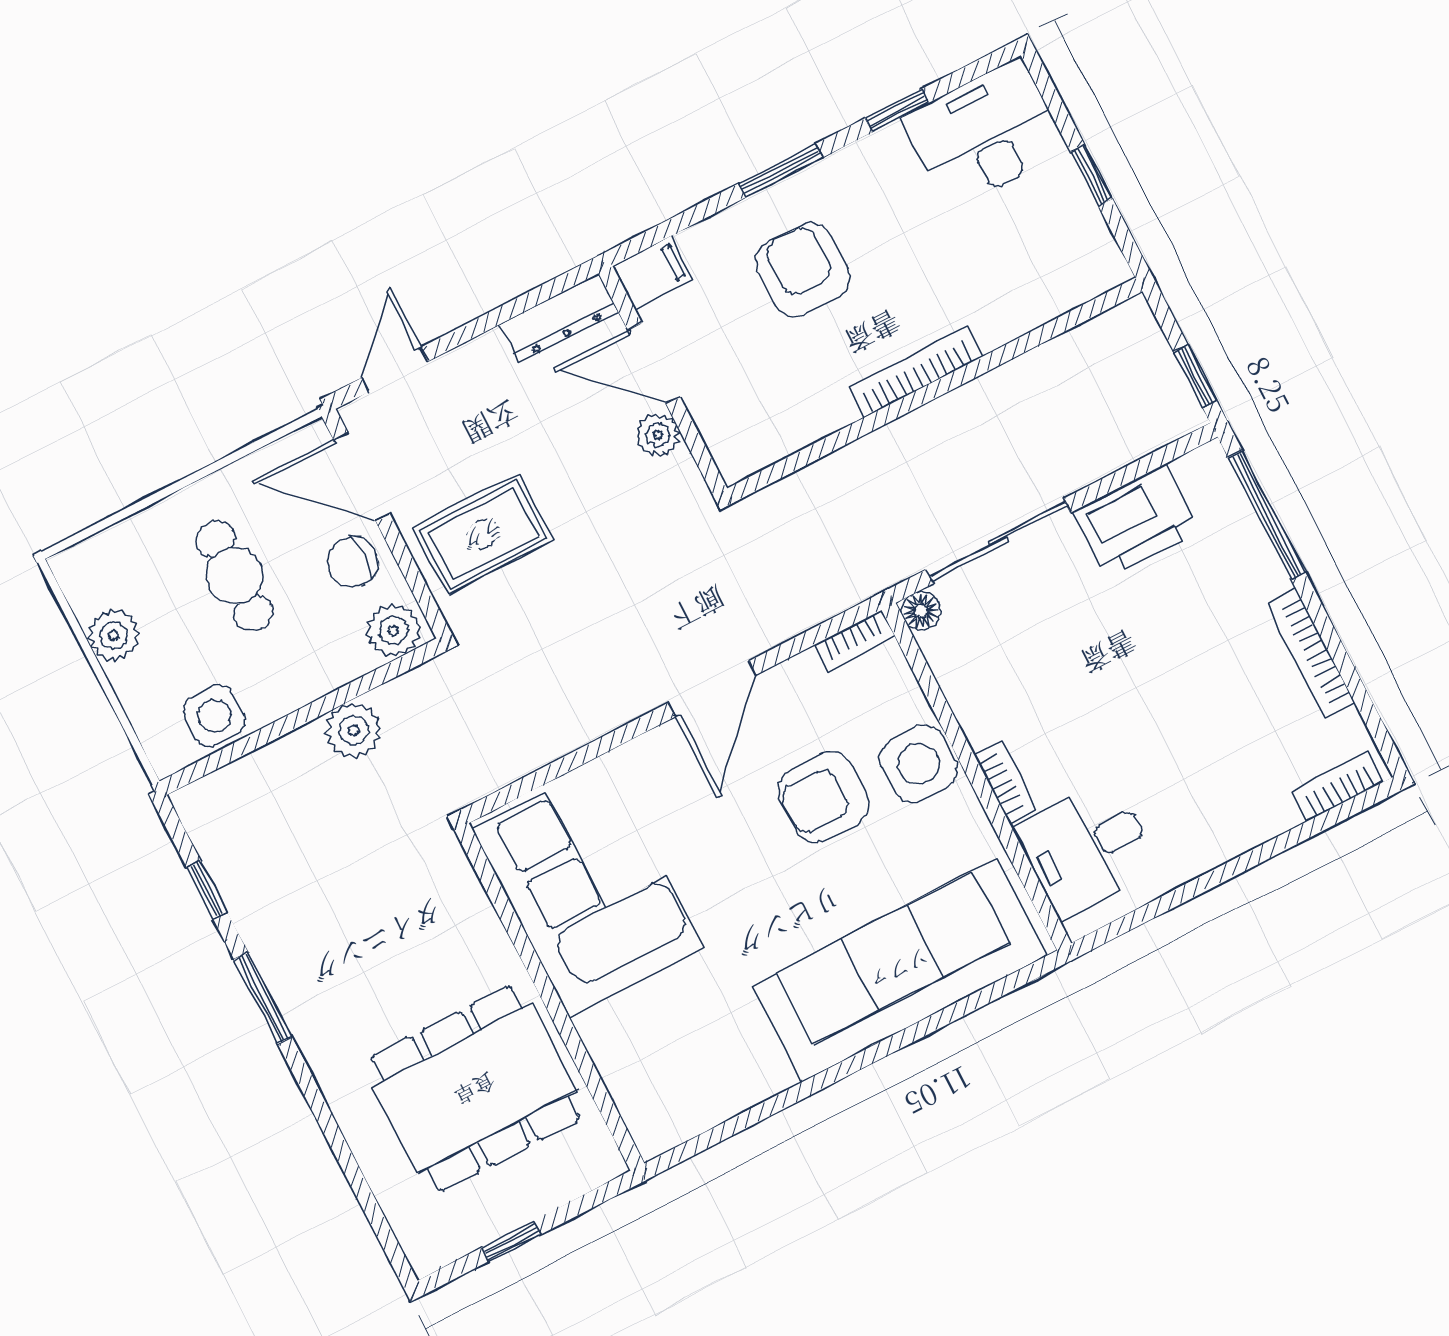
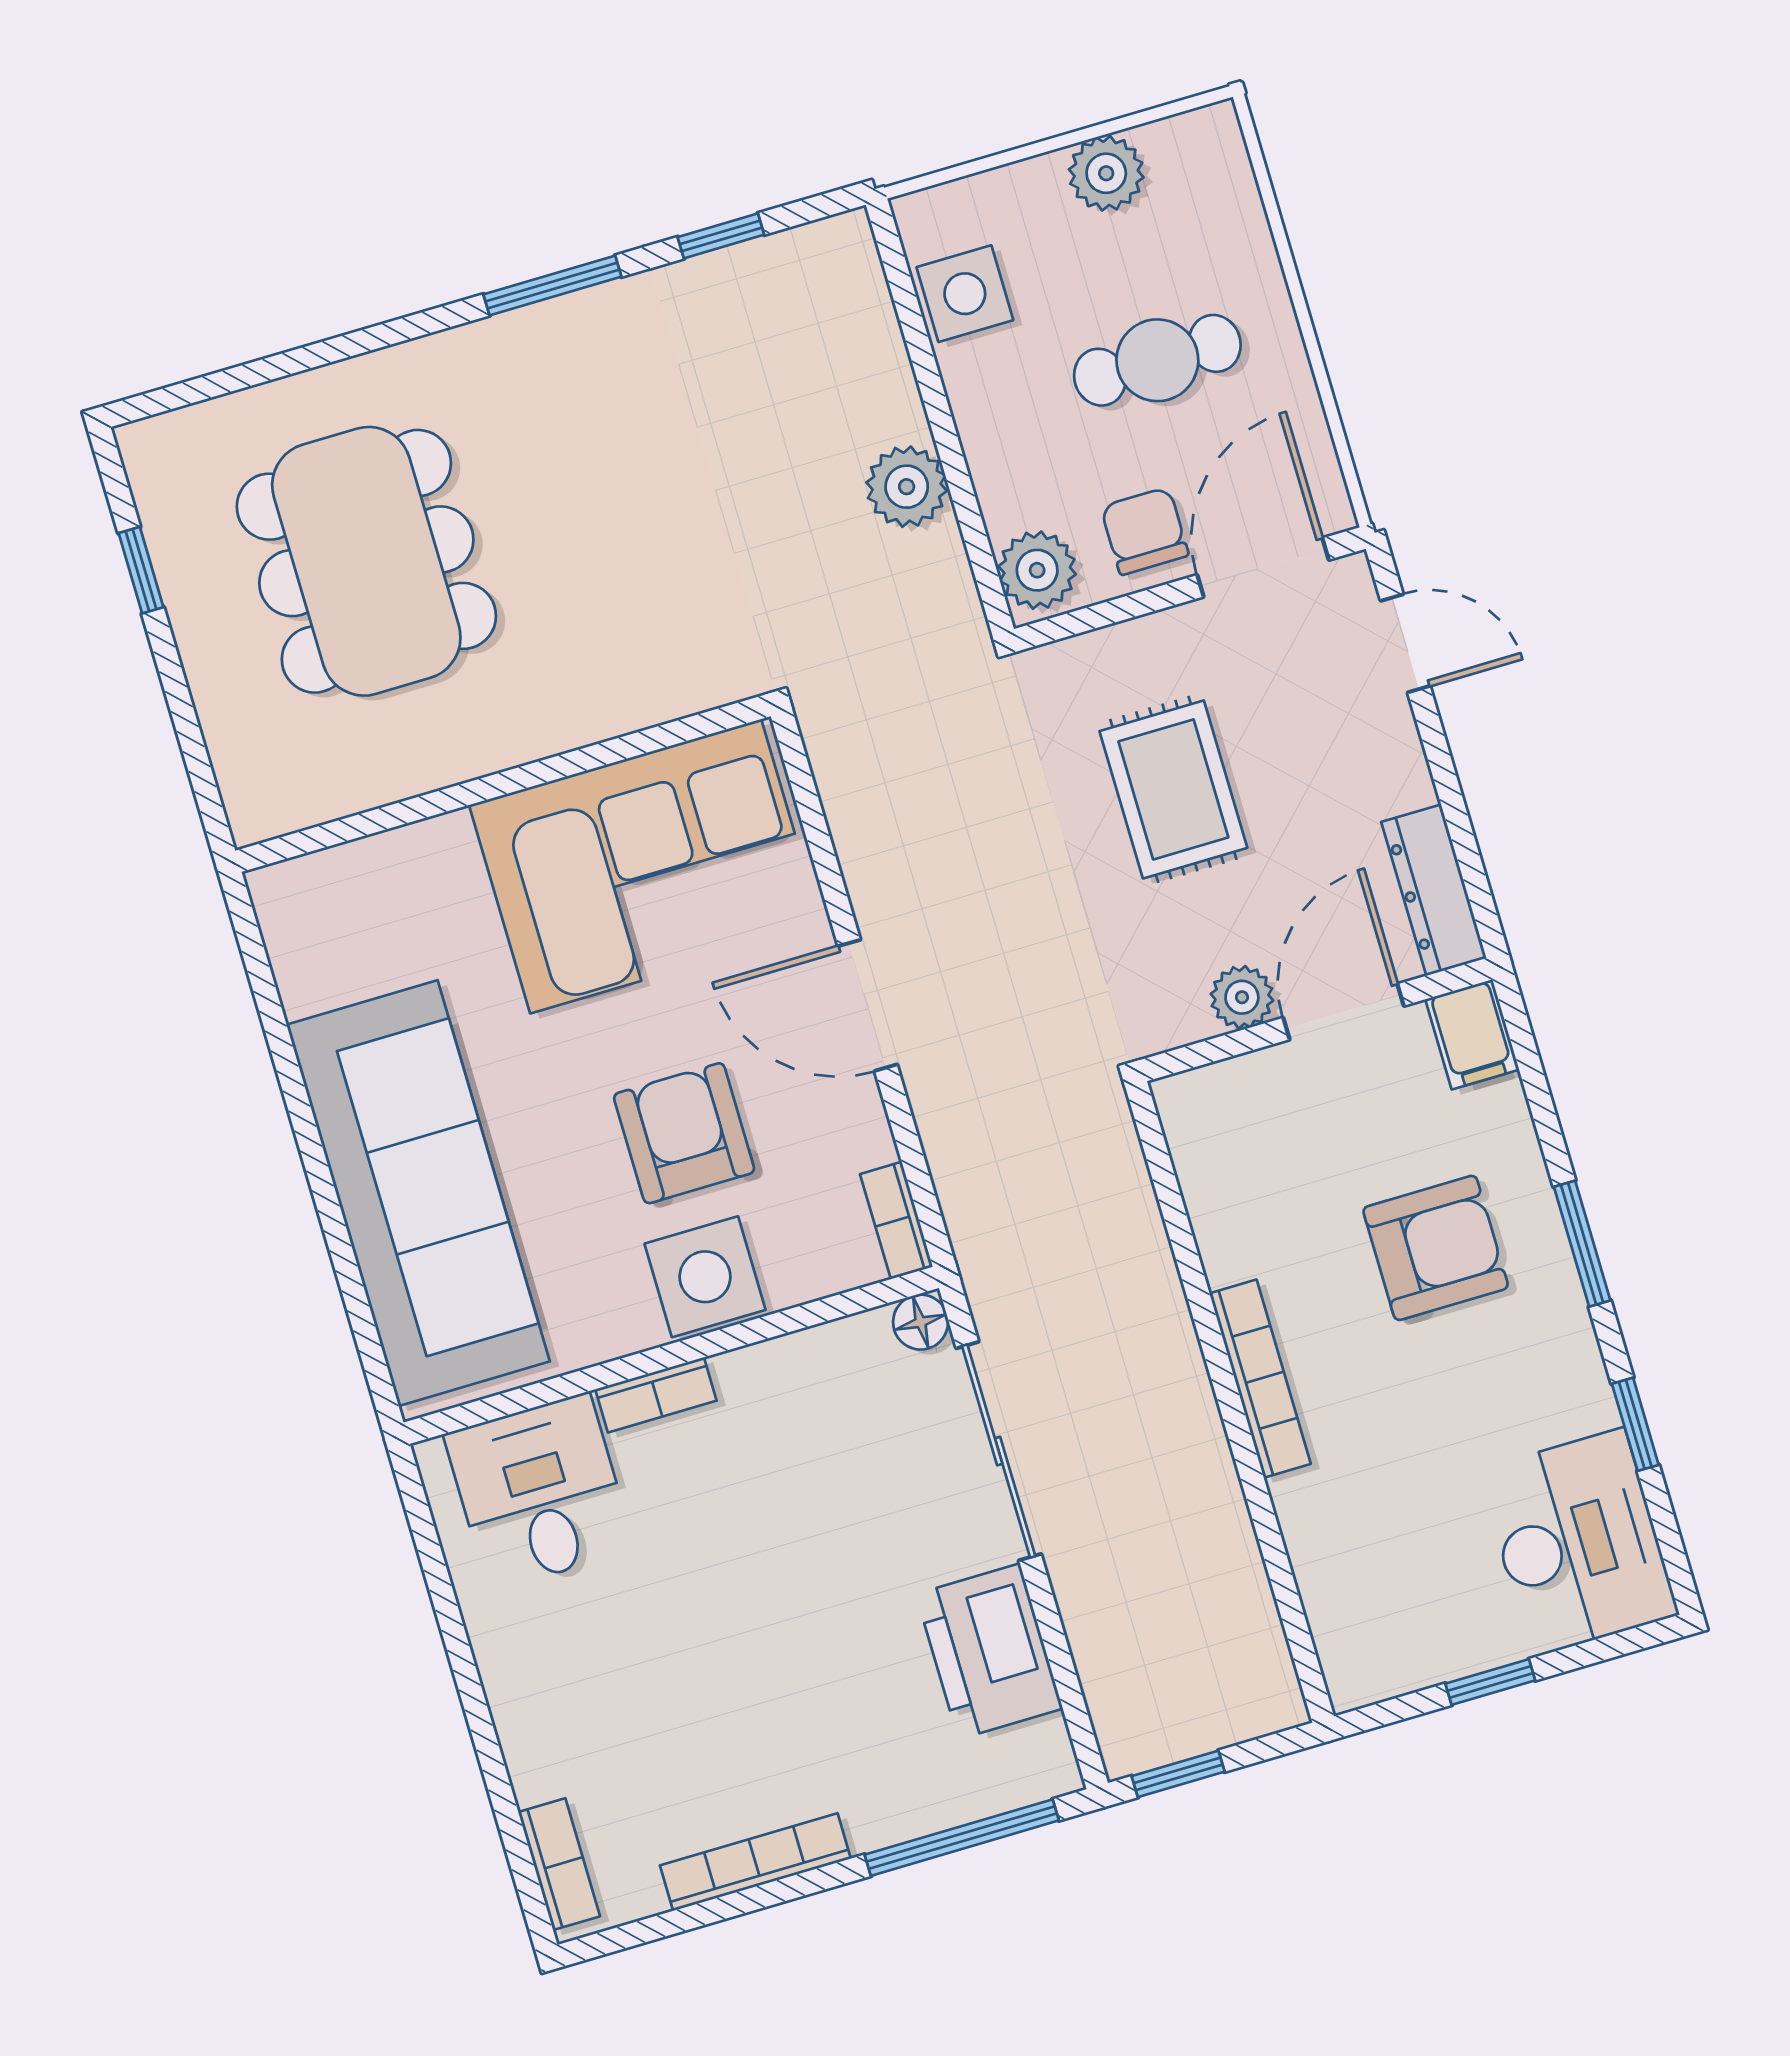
rug: (483, 534) -> (1173, 789), moved
corner sofa: (587, 889) -> (646, 866), moved
wall: (550, 997) -> (503, 783), moved

